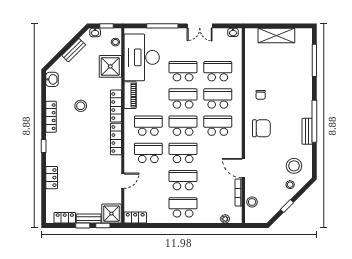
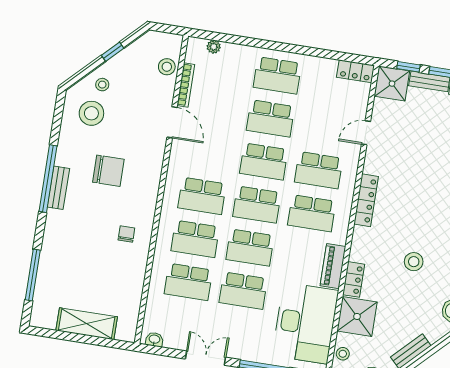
locker: (116, 106) -> (354, 279), moved, width x0.66
chair: (261, 128) -> (108, 171), moved, turned 180
bench: (307, 131) -> (58, 188), moved

